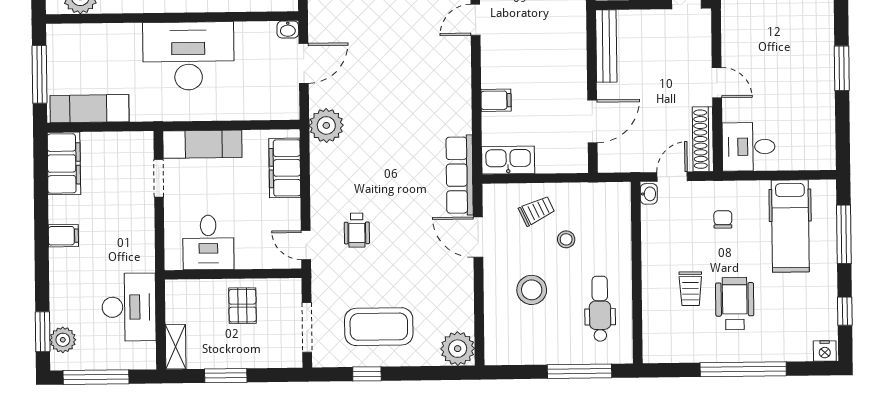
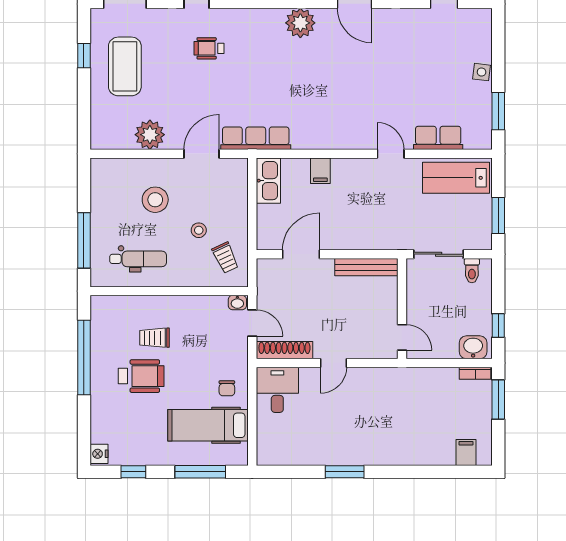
door: (592, 121) -> (301, 254), swing flipped
trolley: (537, 211) -> (225, 258), moved
chair: (723, 219) -> (227, 388), moved, turned 90
plant: (458, 349) -> (150, 135), moved
window: (743, 369) -> (84, 358), moved

